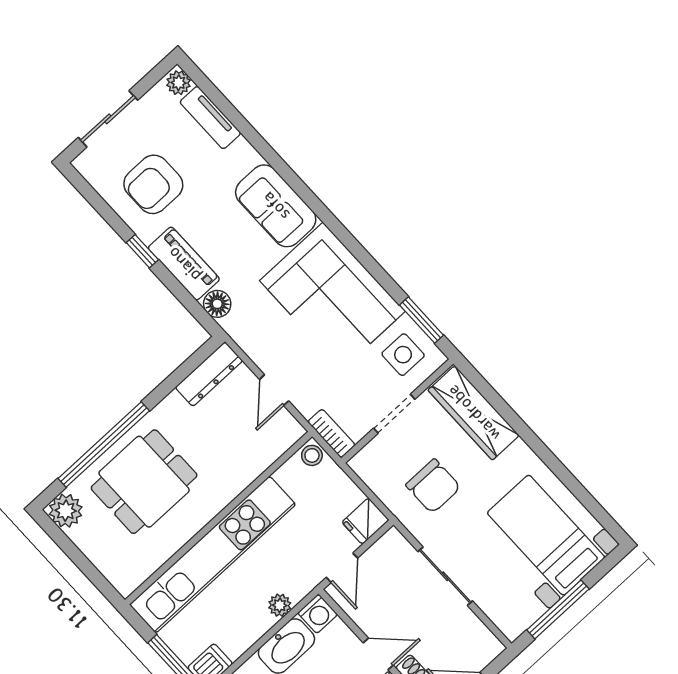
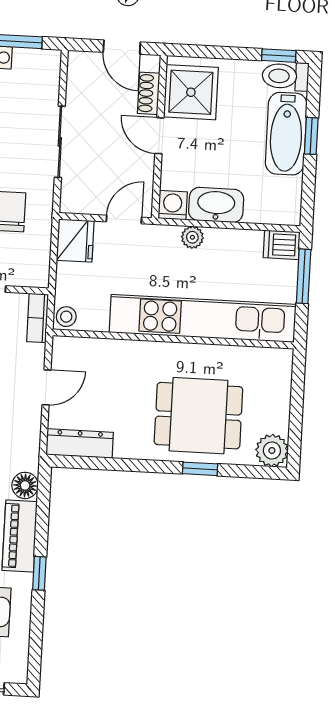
window: (104, 445) -> (200, 469), width x0.32
fridge: (365, 521) -> (75, 241), width x1.38

